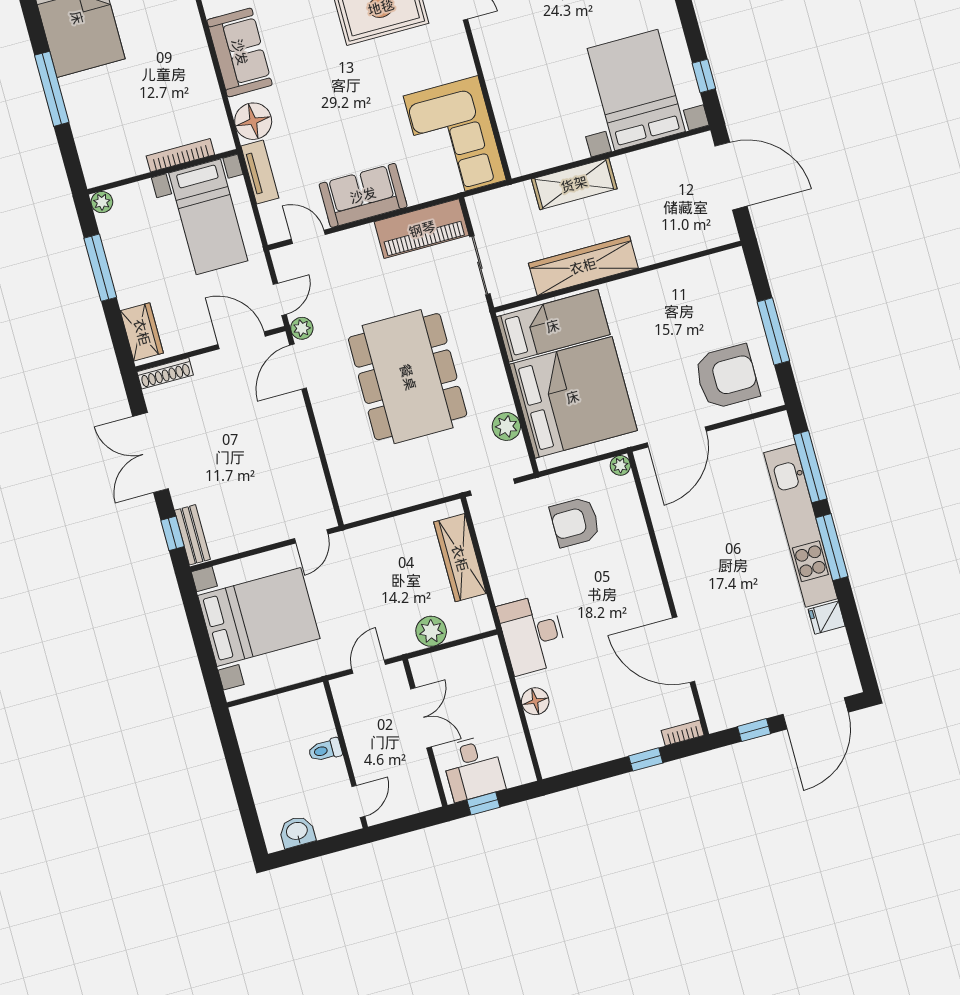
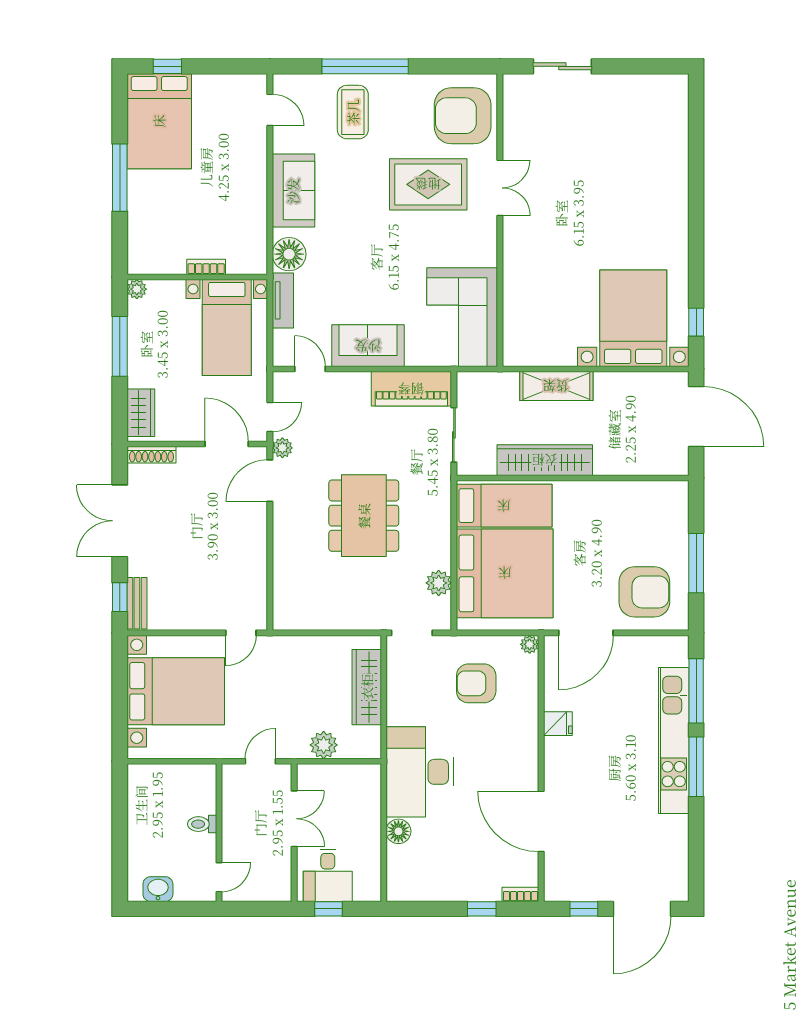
bookcase: (180, 155) -> (206, 267), width x0.64
dining table: (408, 377) -> (364, 516), width x0.73, depth x0.80
fridge: (827, 618) -> (558, 724), moved, turned 180
desk: (533, 634) -> (420, 772), width x1.36, depth x1.30

